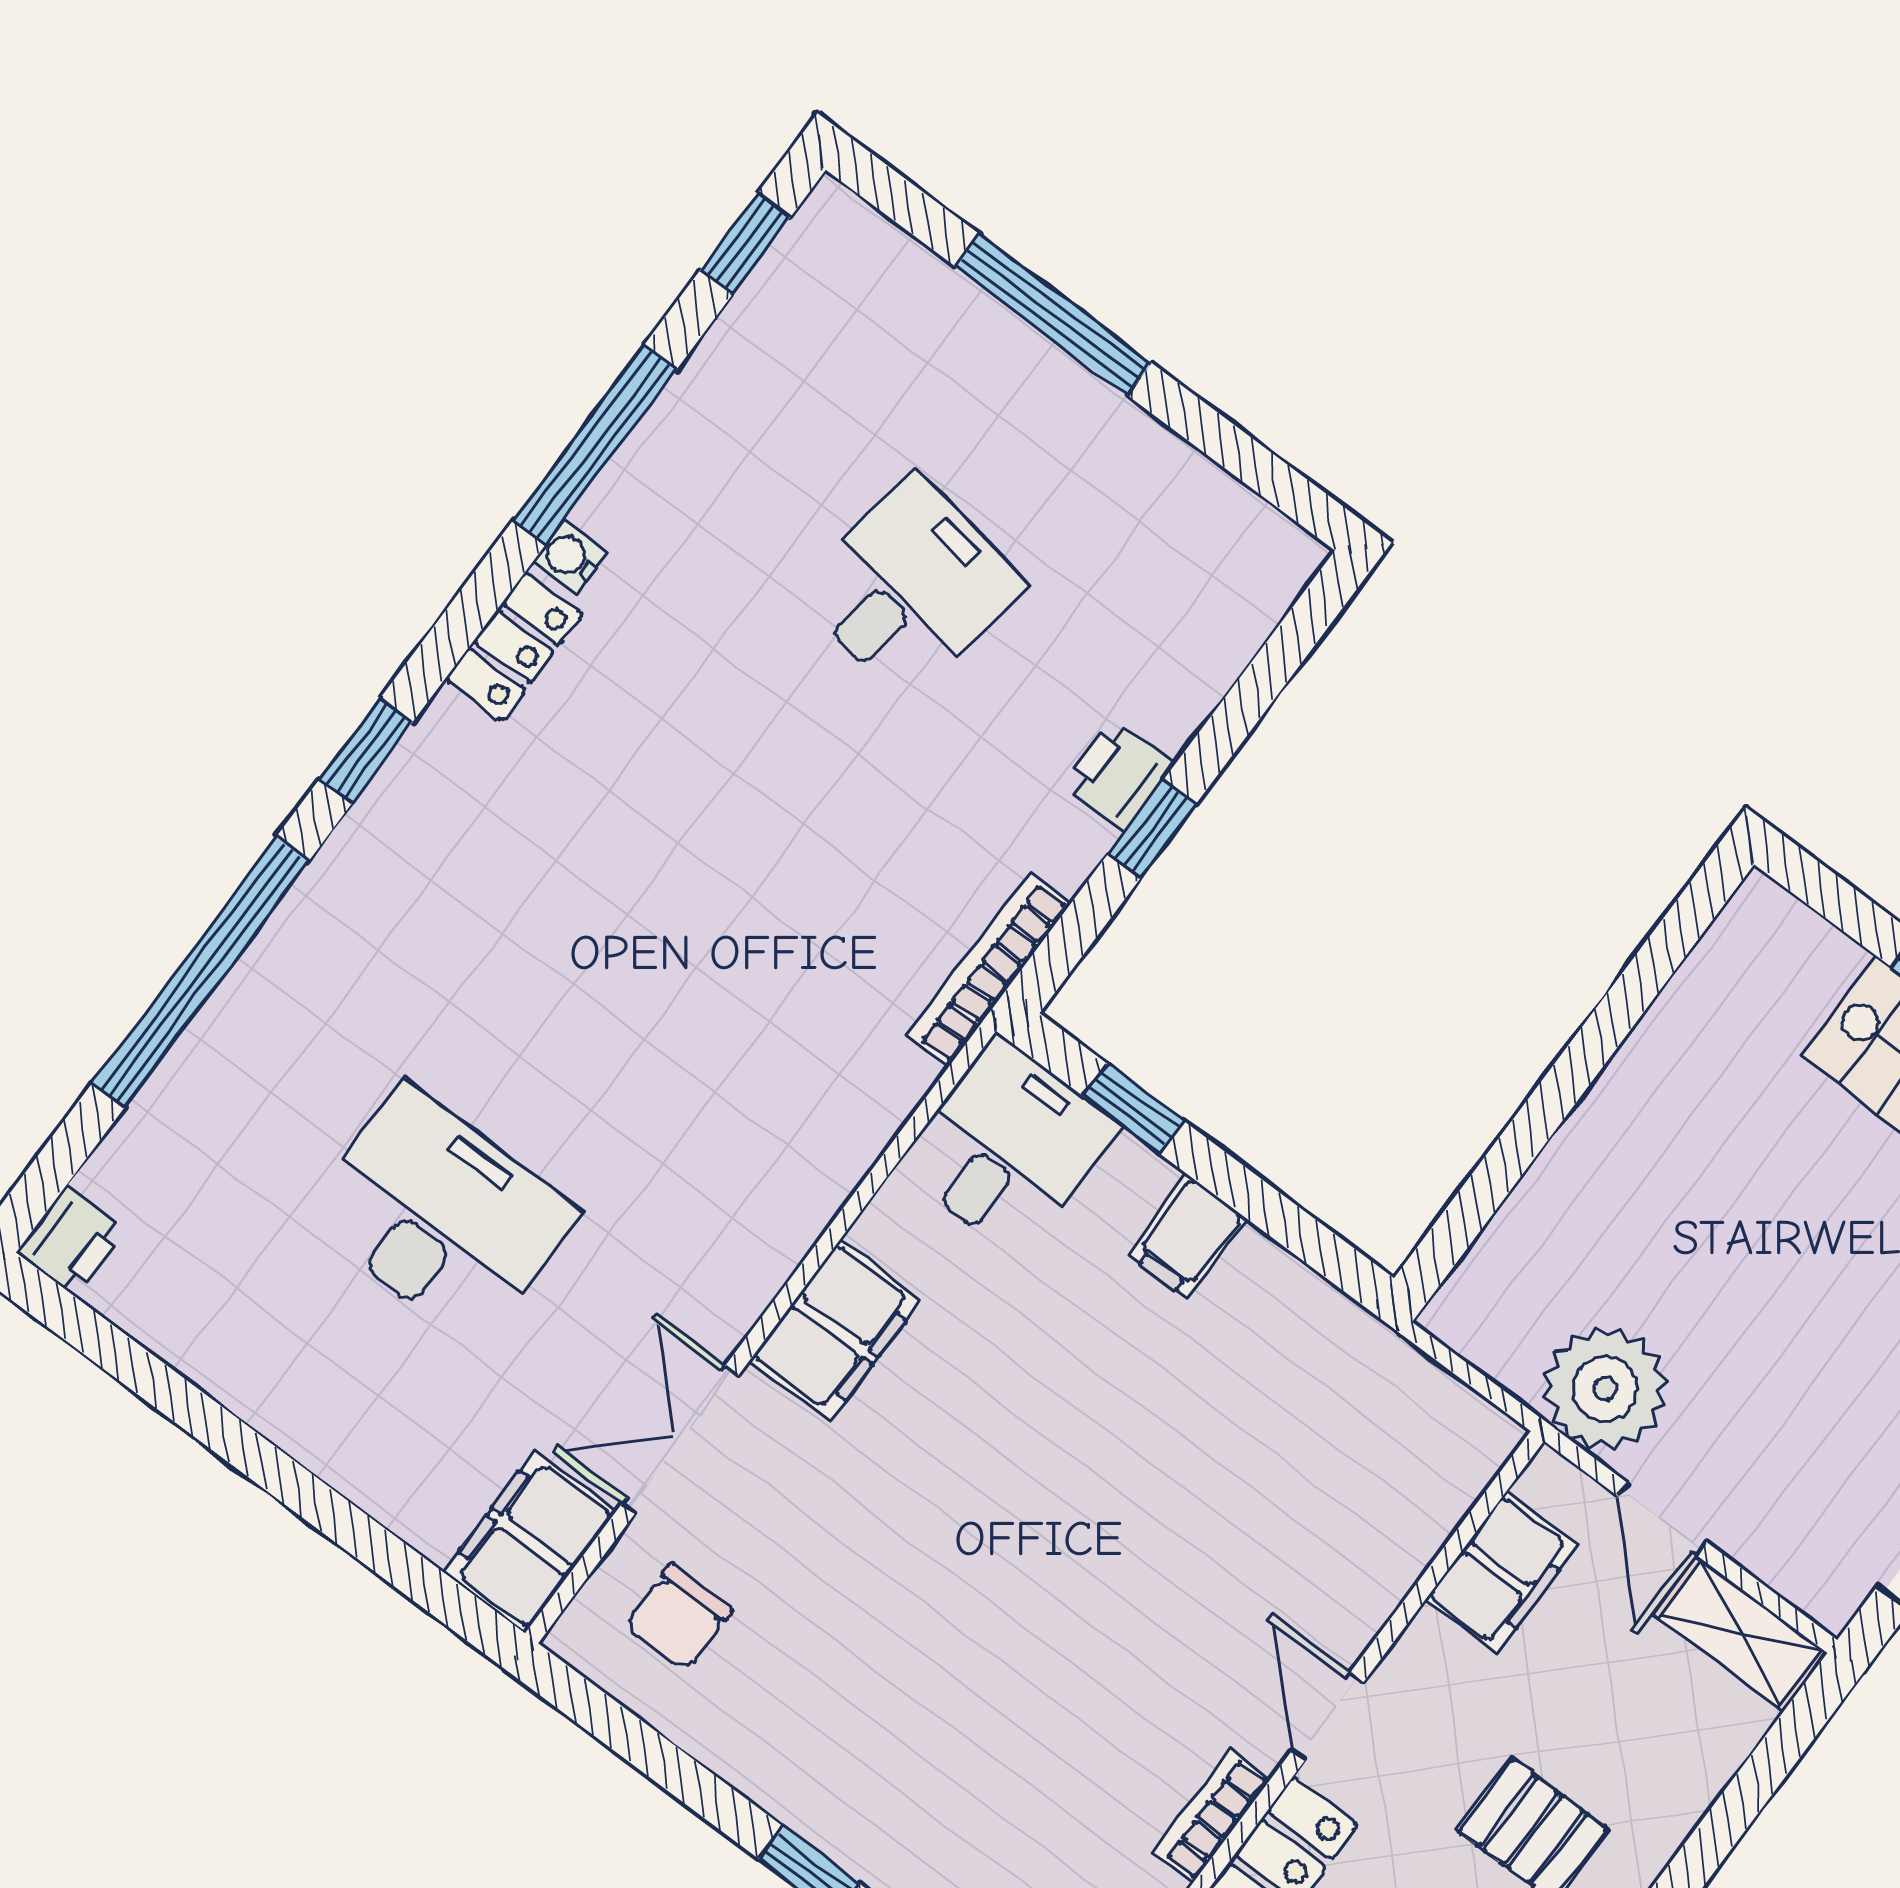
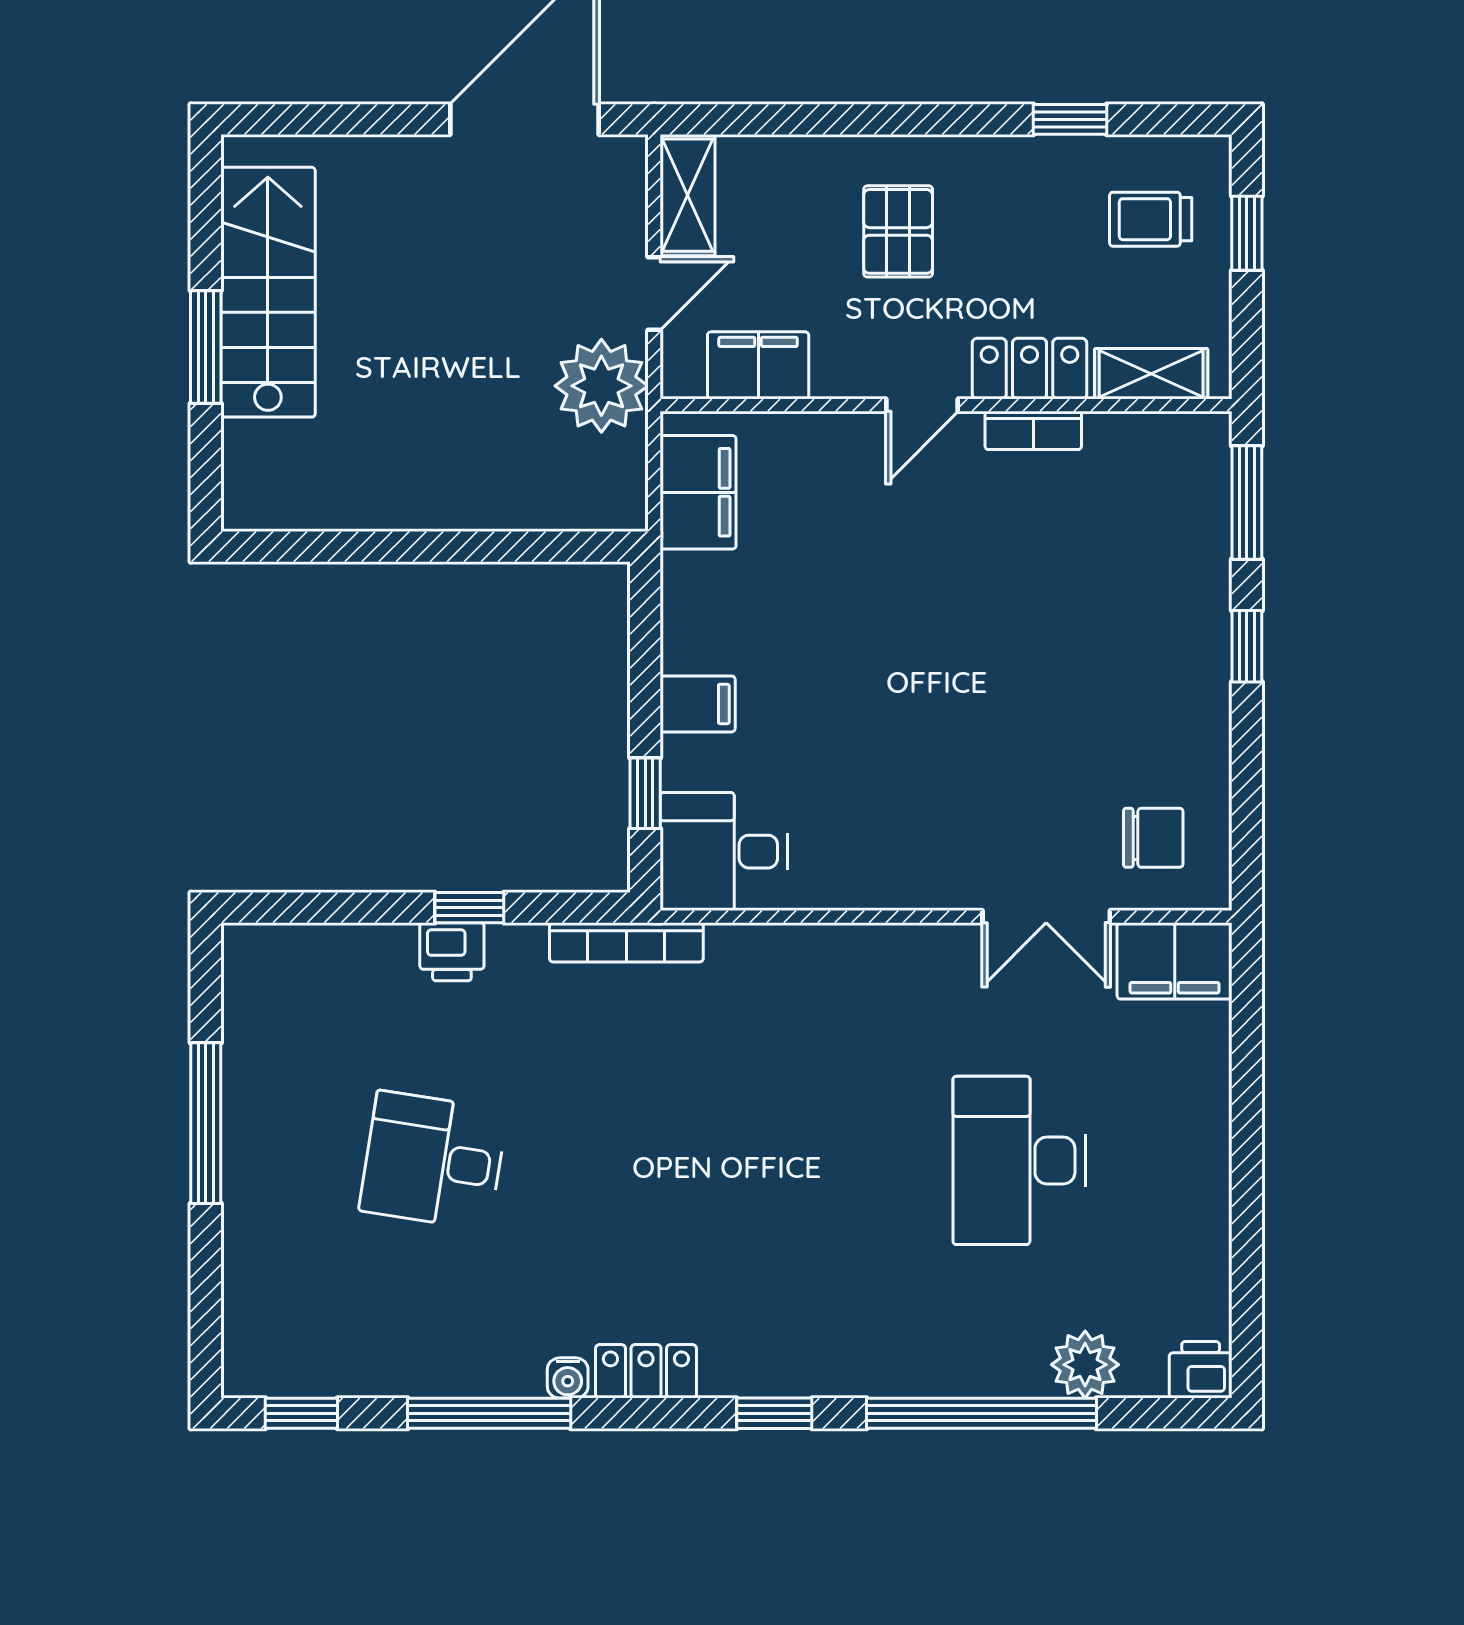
window: (1054, 315) -> (206, 1123), moved
plant: (169, 1122) -> (1085, 1365), added
filing cabinet: (835, 1330) -> (698, 492), moved, turned 90

